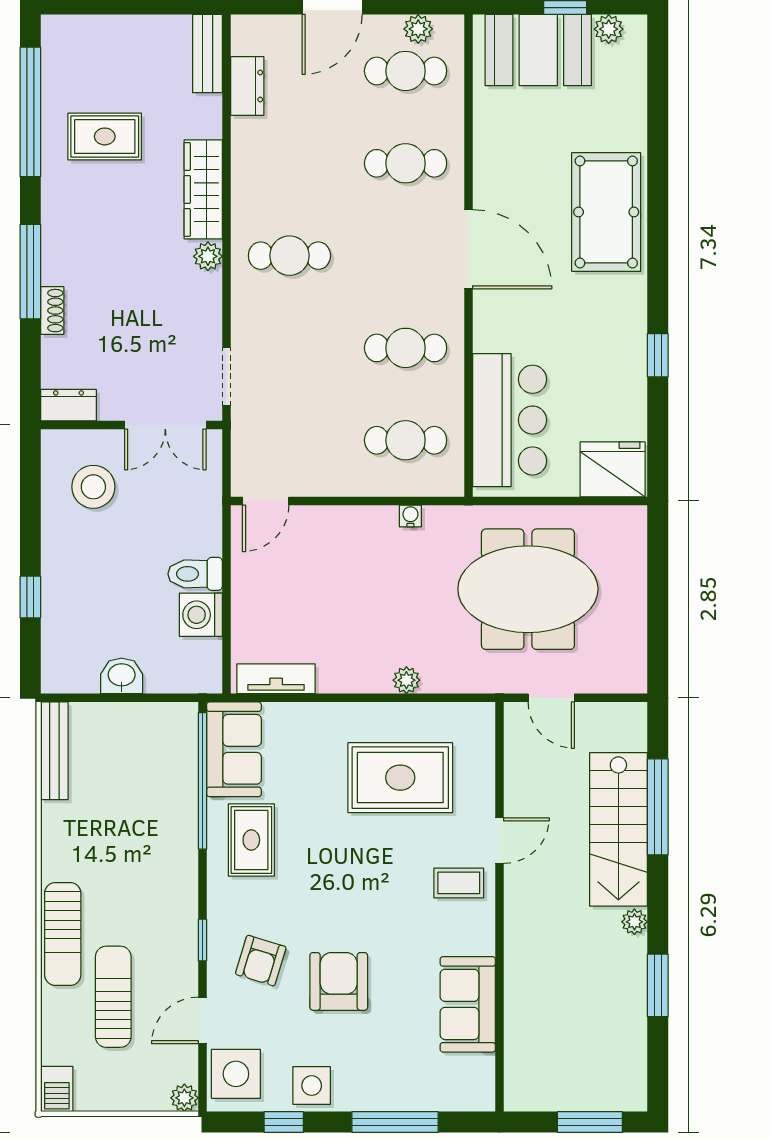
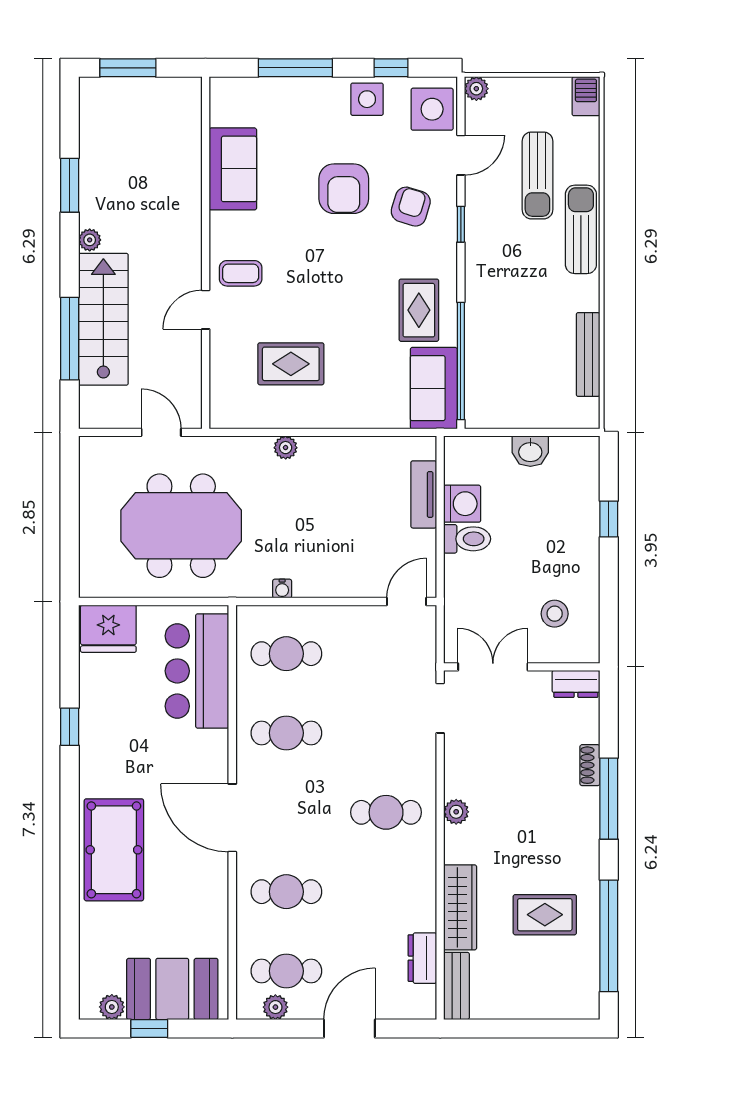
wardrobe: (203, 189) -> (460, 907), moved
stool: (93, 487) -> (555, 614), width x0.73, depth x0.73
tv unit: (276, 679) -> (424, 494), moved, turned 90
bench: (54, 751) -> (588, 354), moved
rug: (400, 778) -> (291, 364), width x0.73, depth x0.70

